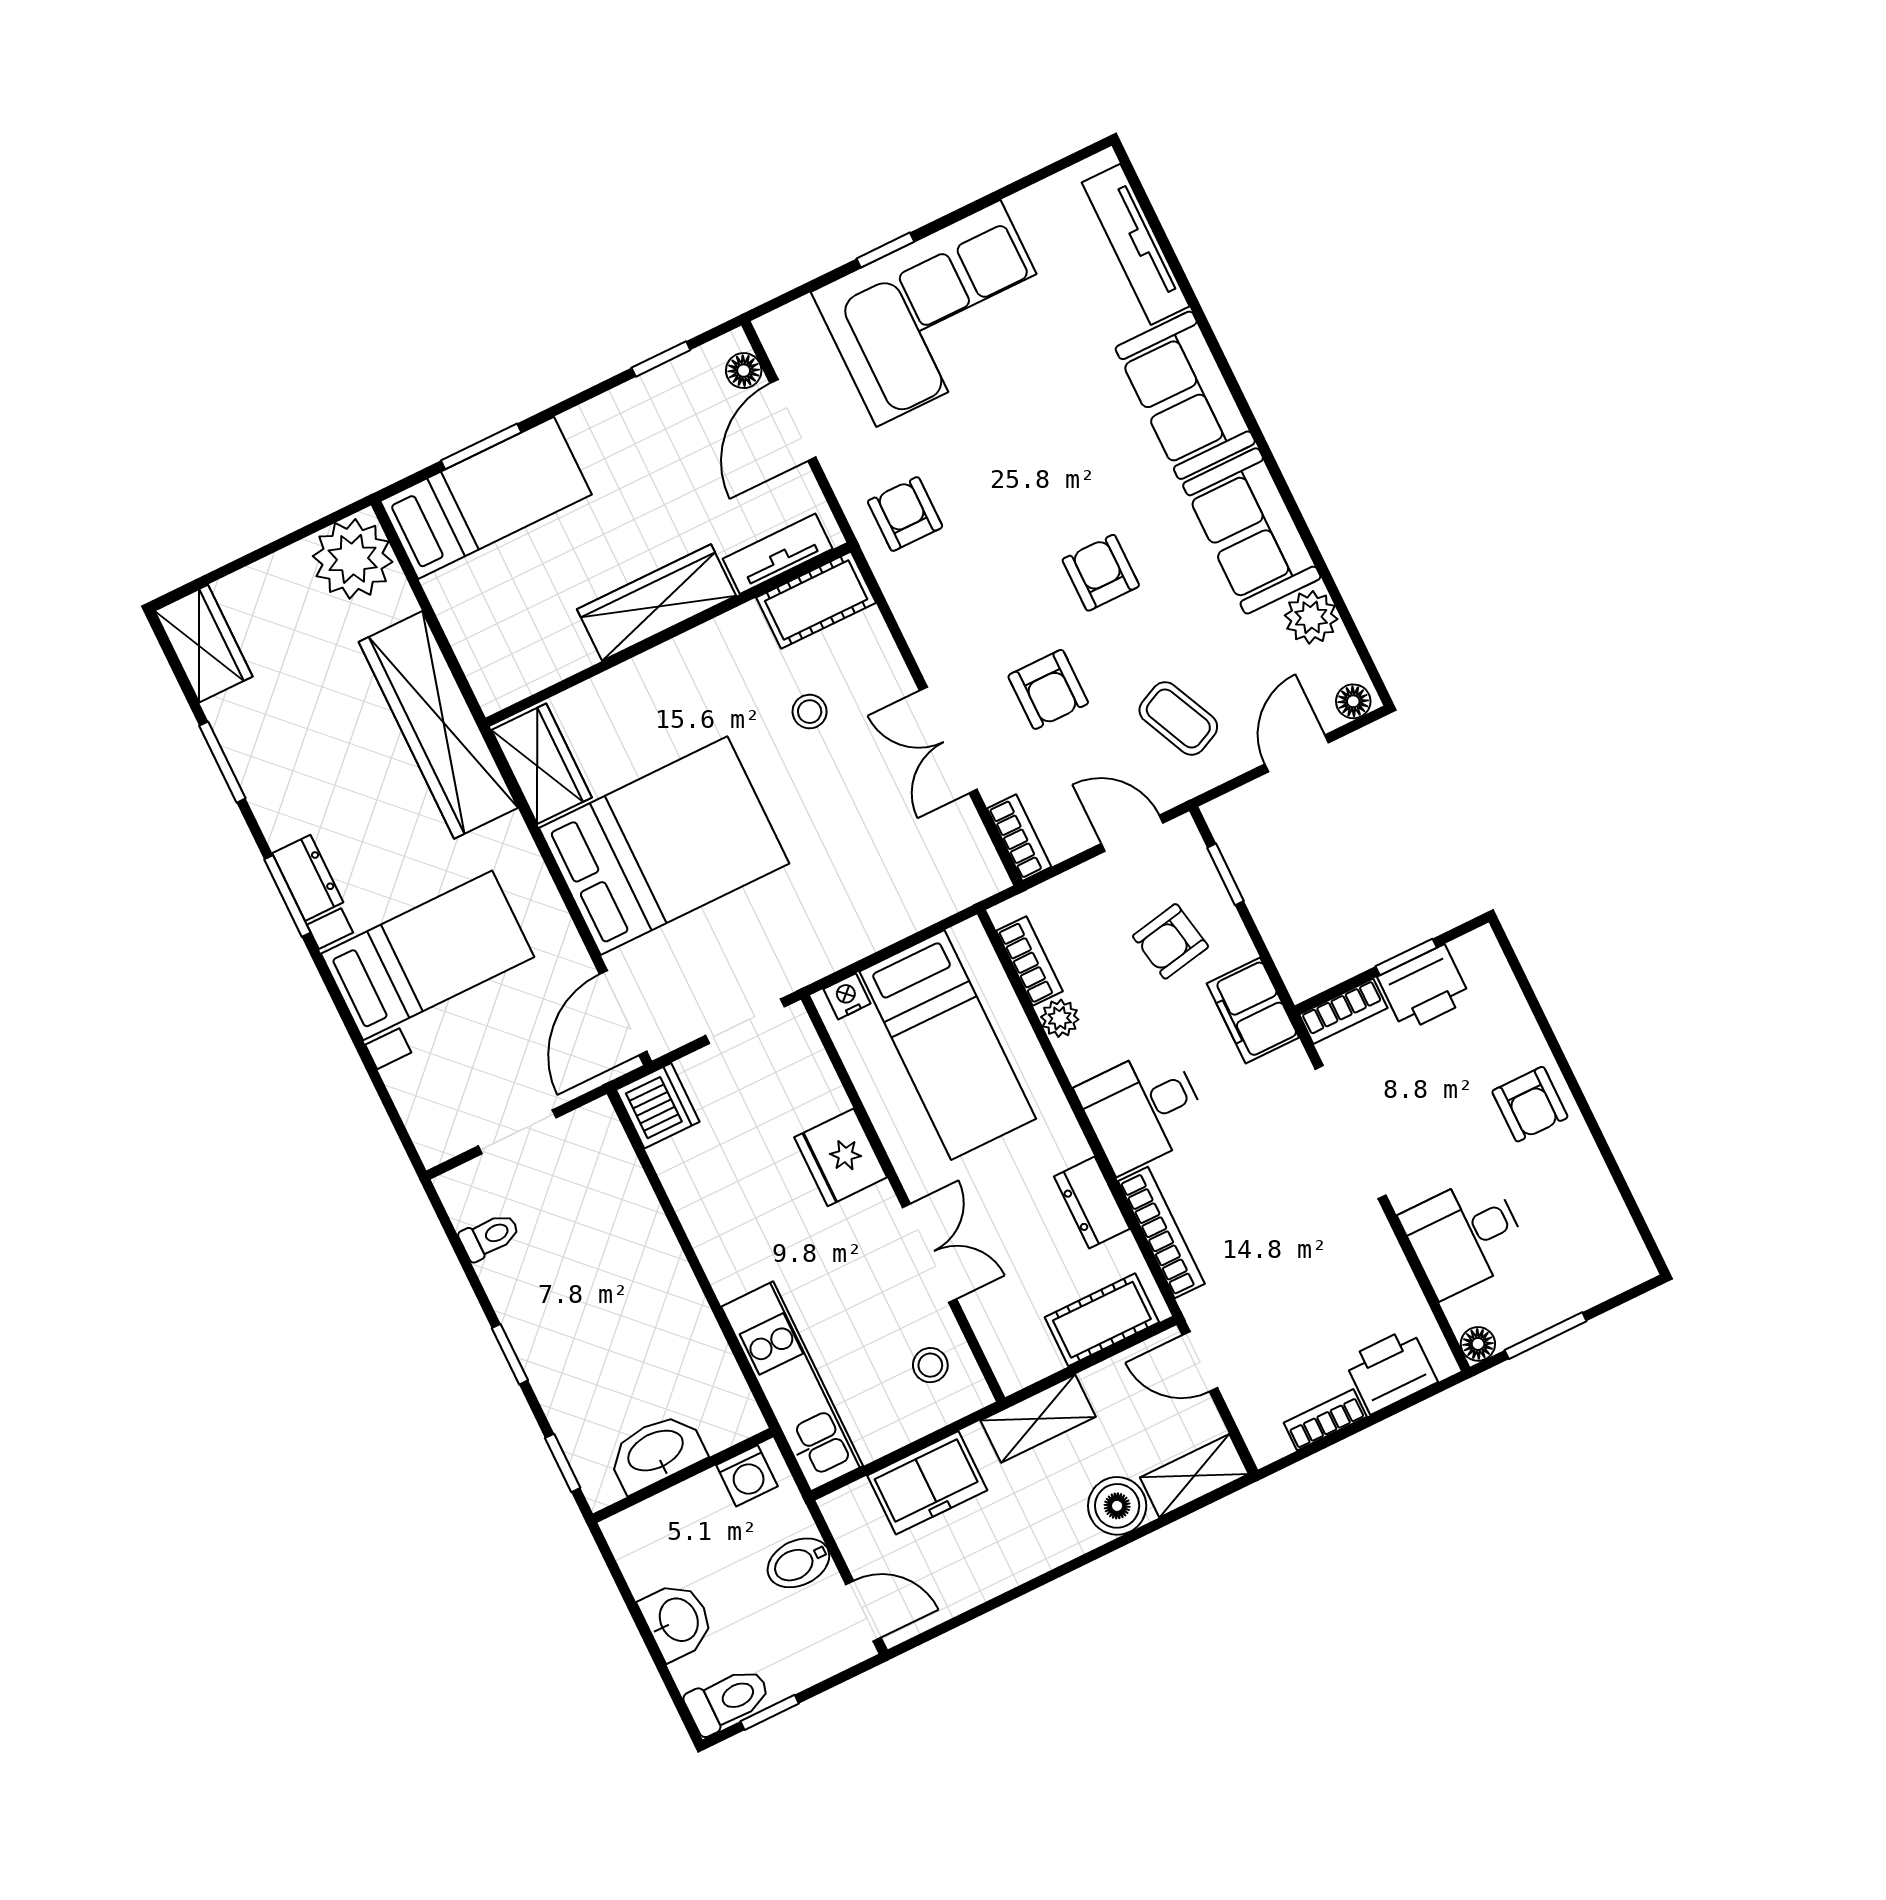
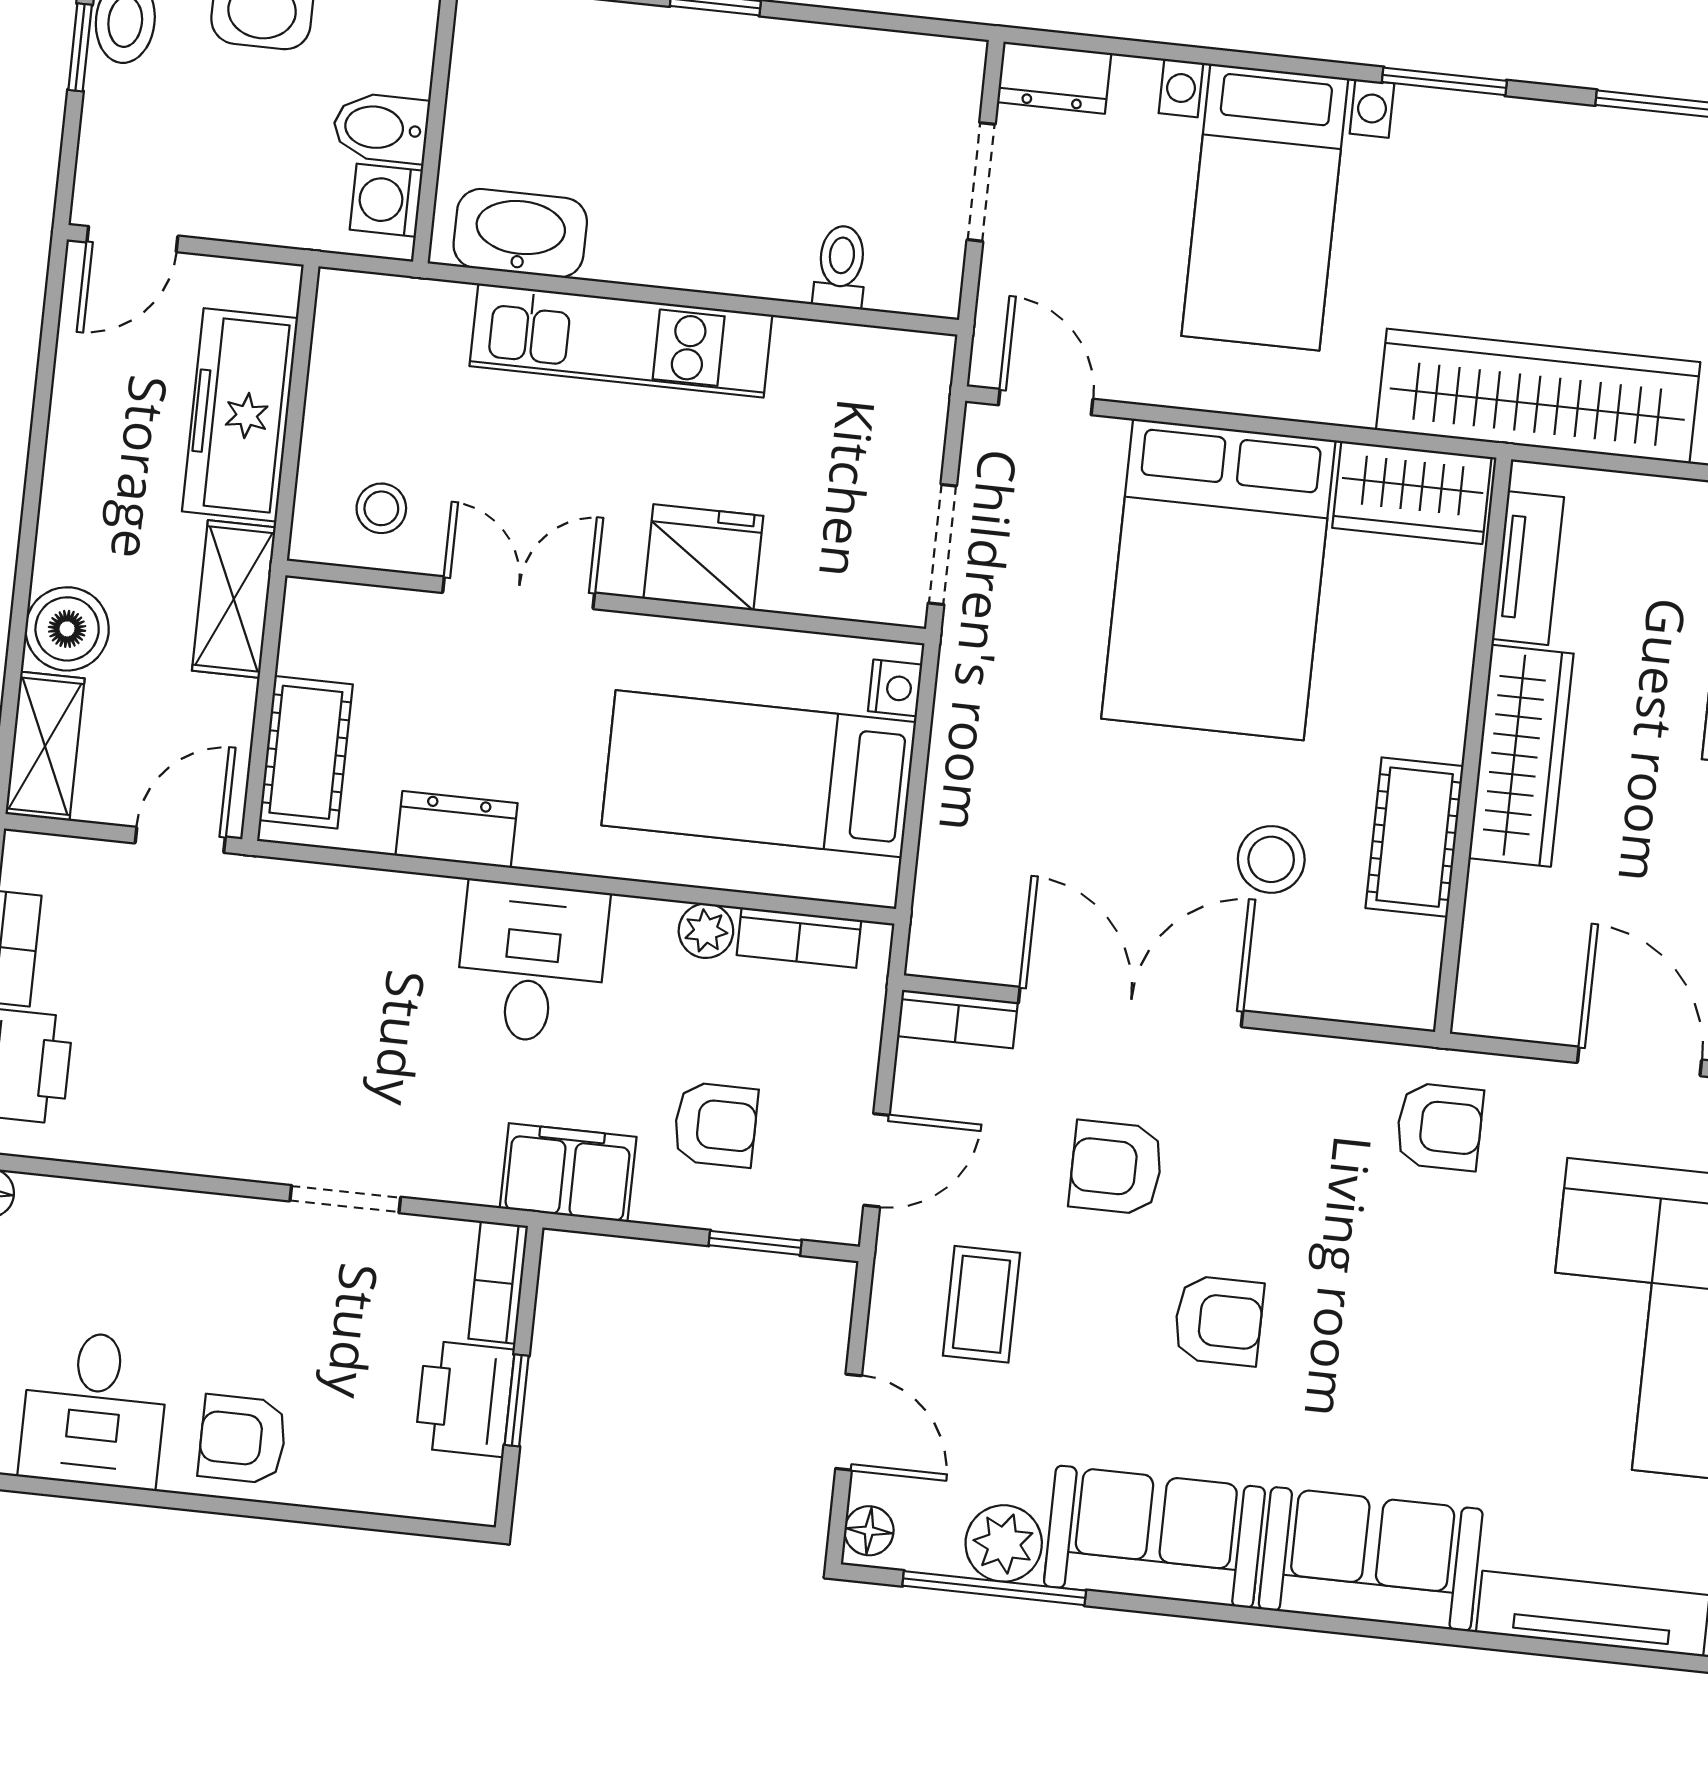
tv unit: (778, 554) -> (1528, 568), moved
cot: (816, 600) -> (1415, 837), moved
window: (1341, 606) -> (994, 1588), added
stool: (810, 712) -> (1271, 859), width x1.37, depth x1.37
coffee table: (1178, 718) -> (981, 1304), turned -65
double door: (948, 740) -> (1131, 1007), width x1.37
dresser: (308, 878) -> (1054, 78), moved
armchair: (1170, 941) -> (715, 1125), turned 101
door: (623, 1013) -> (1046, 402), width x0.73
dishwasher: (658, 1106) -> (906, 373), removed
doorway: (1351, 1132) -> (345, 1199), width x0.53
bookcase: (1161, 1233) -> (367, 891), removed
toilet: (490, 1236) -> (841, 267), moved, turned 180
desk: (1465, 1236) -> (94, 1409), moved, turned 180
double door: (930, 1253) -> (519, 593), swing flipped
kitchen unit: (792, 1386) -> (621, 340), moved
washbasin: (656, 1452) -> (520, 233), moved, turned -90
freezer: (927, 1483) -> (240, 415), width x1.40
bidet: (798, 1563) -> (381, 128), moved, turned -90

